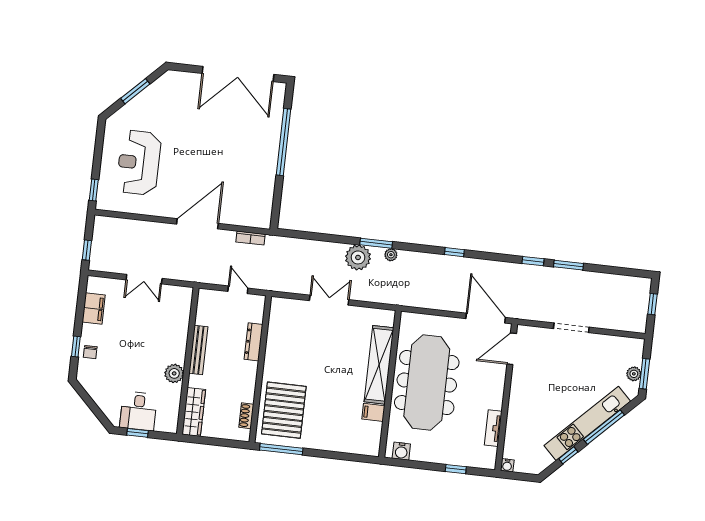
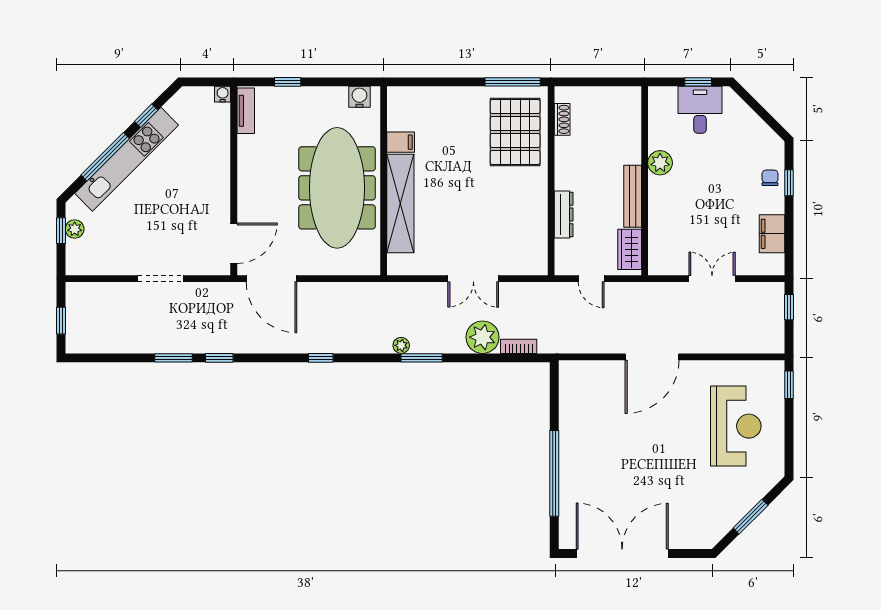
bookcase: (251, 238) -> (519, 346), moved
plant: (358, 257) -> (483, 337), moved
window: (645, 374) -> (61, 231), width x0.67
wardrobe: (194, 412) -> (630, 249), moved, width x0.67
tv unit: (493, 428) -> (246, 111), moved

